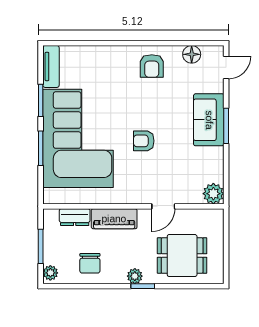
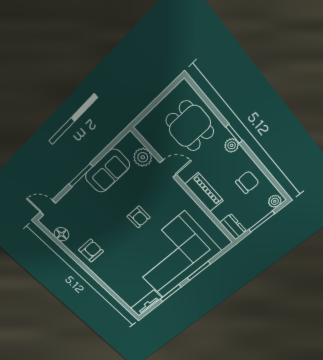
sofa: (209, 120) -> (107, 171), moved
plant: (213, 194) -> (143, 157), moved
dresser: (75, 217) -> (233, 227), moved

